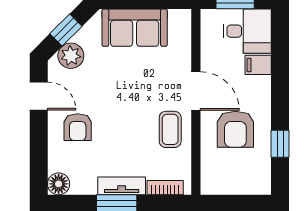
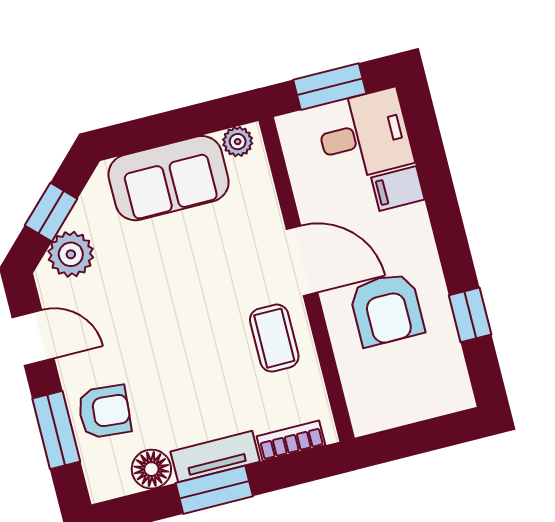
plant: (177, 17) -> (238, 142), added
armchair: (78, 127) -> (104, 412), moved, turned -85
window: (39, 149) -> (56, 430), added
floor lamp: (59, 184) -> (151, 469), moved

